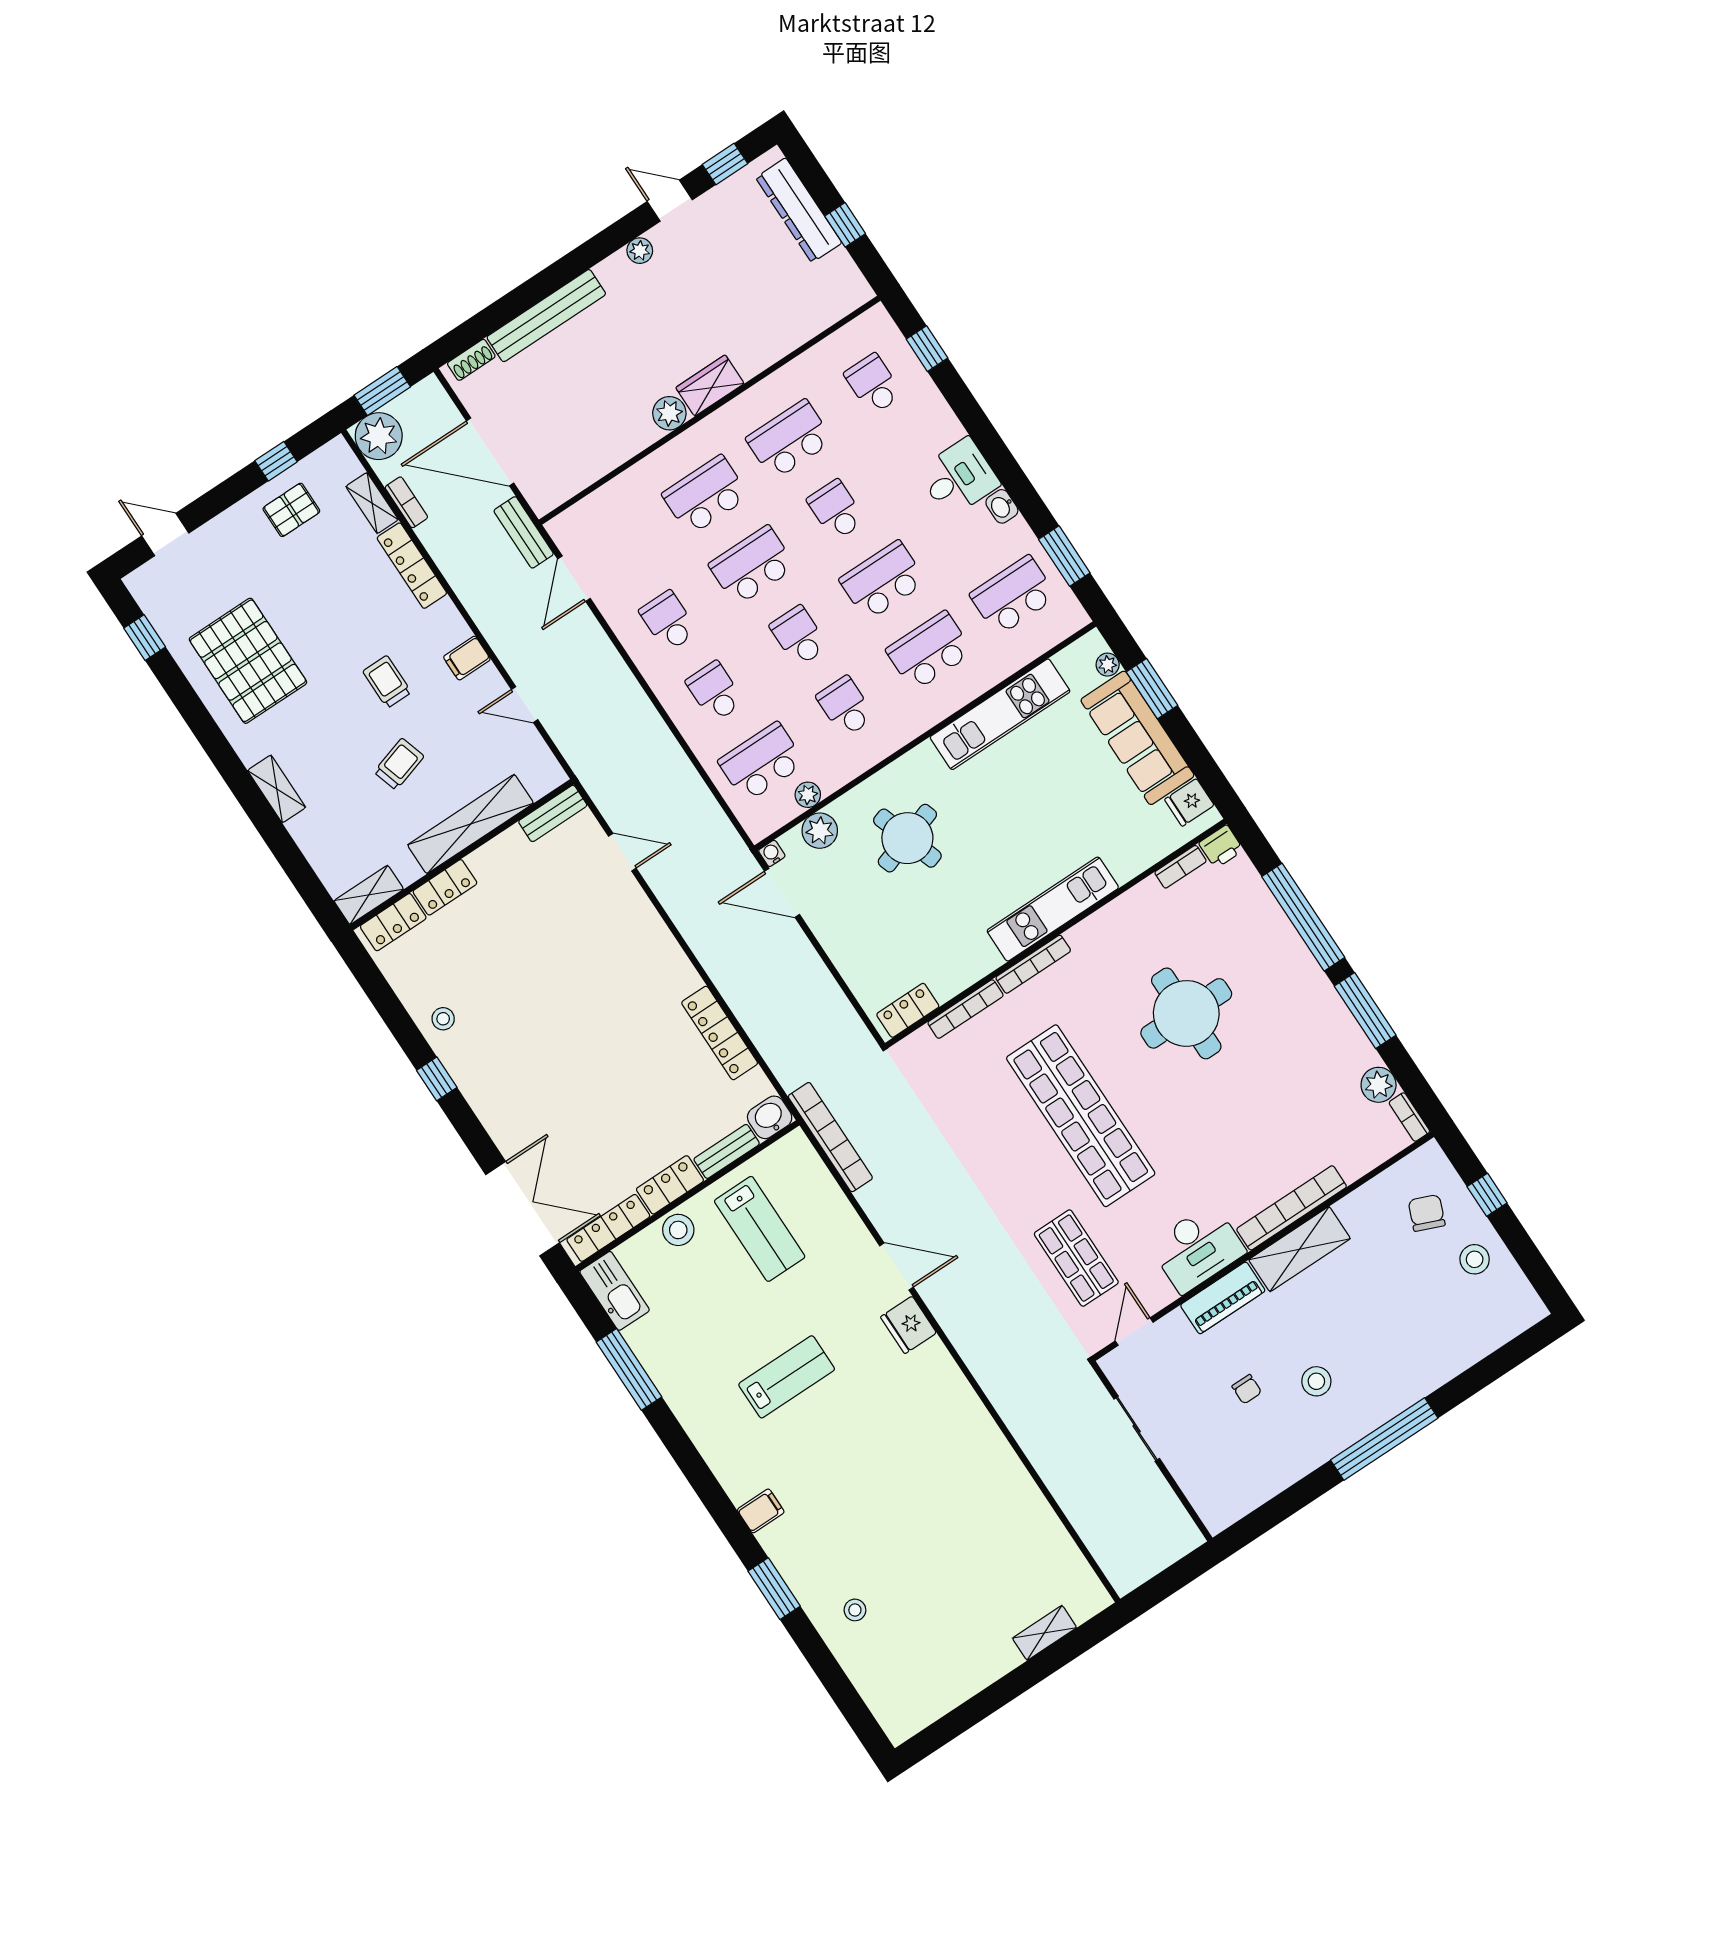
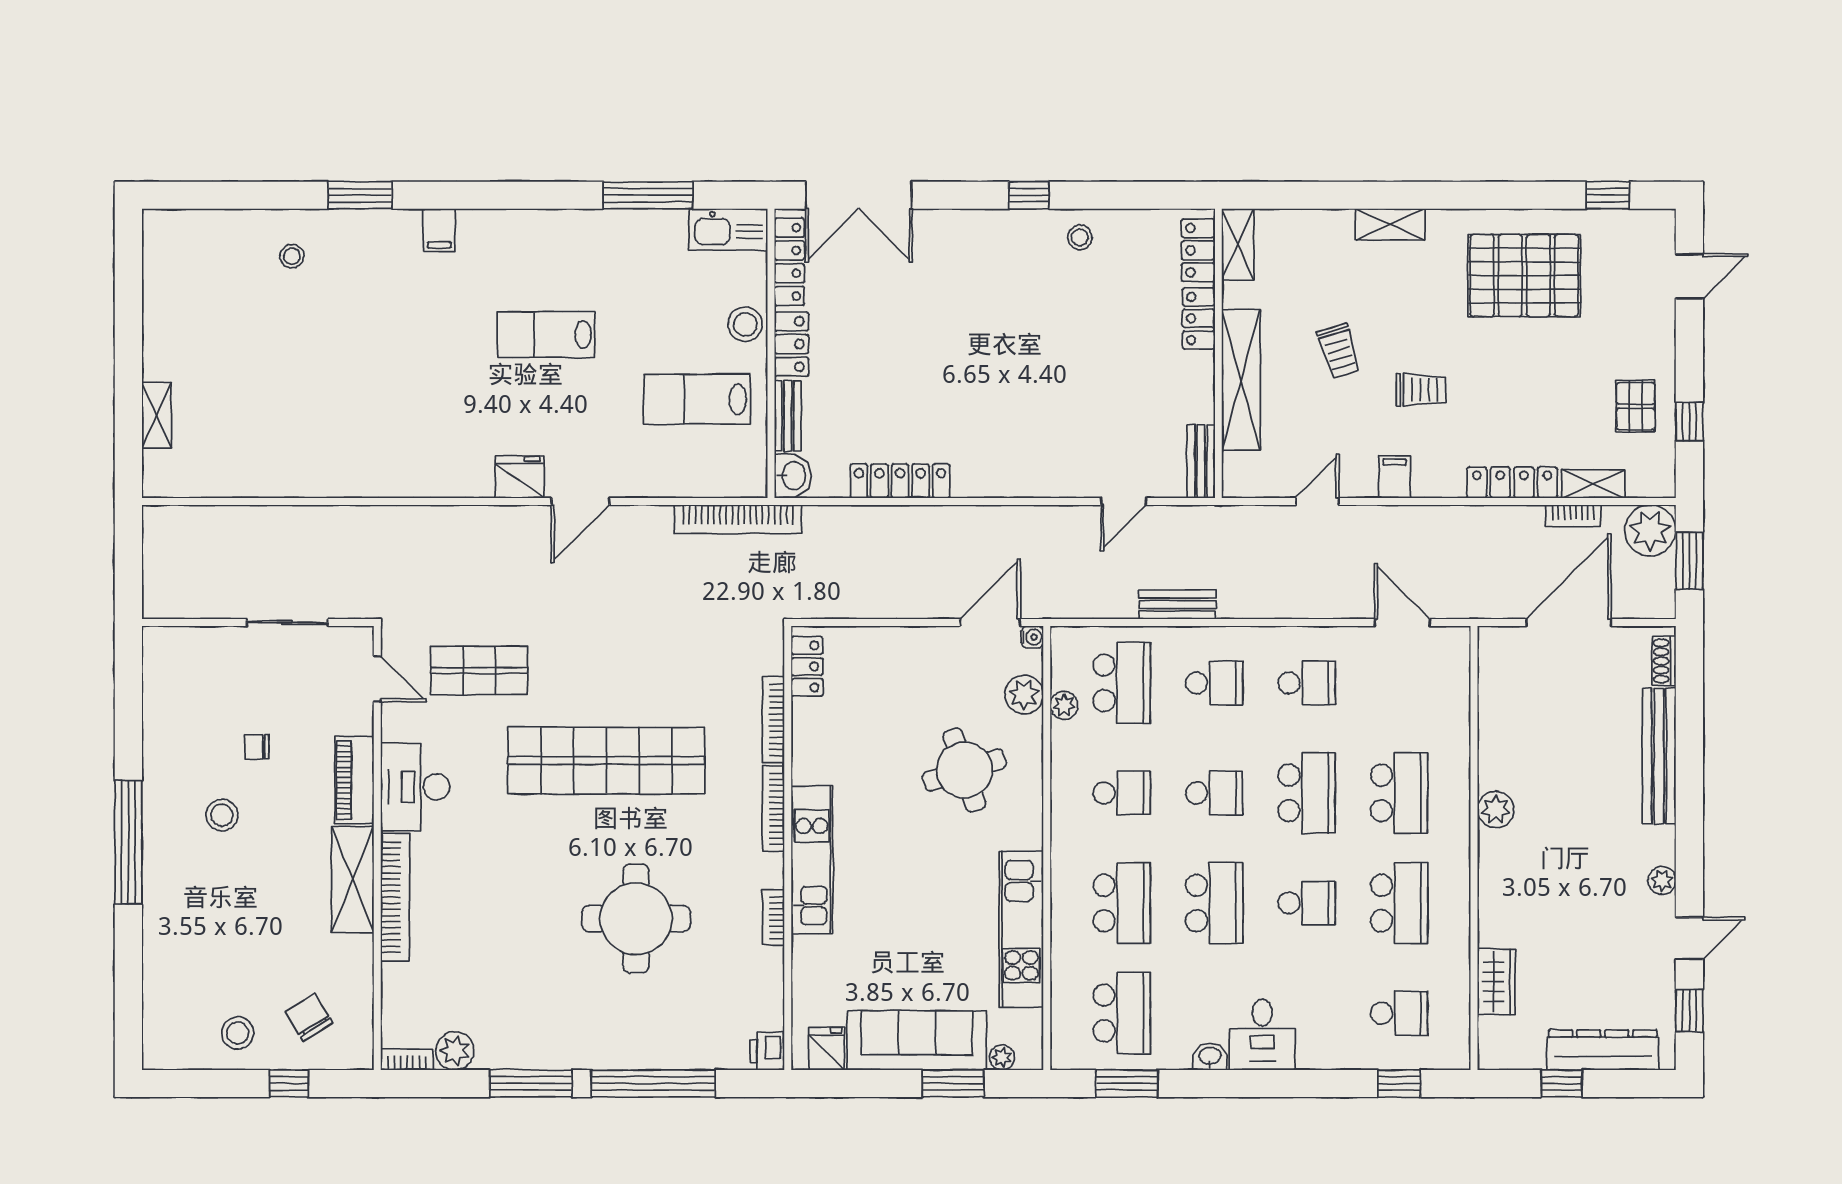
wardrobe: (710, 386) -> (1496, 982), moved
bench: (524, 532) -> (1177, 605), moved
bookcase: (1180, 867) -> (773, 918), moved
chair: (1427, 1213) -> (309, 1017), turned -144
lab bench: (787, 1377) -> (546, 335), turned 90

